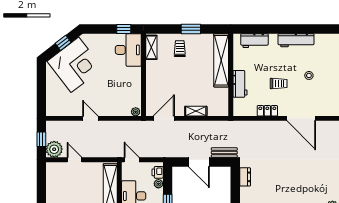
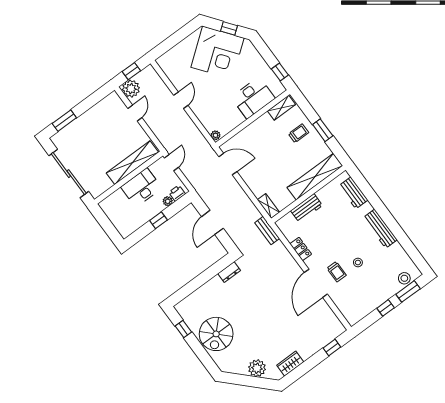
desk: (128, 50) -> (253, 98), moved
trolley: (279, 84) -> (337, 272), moved
shelving: (196, 111) -> (268, 206), moved
bench: (224, 153) -> (267, 231), moved

